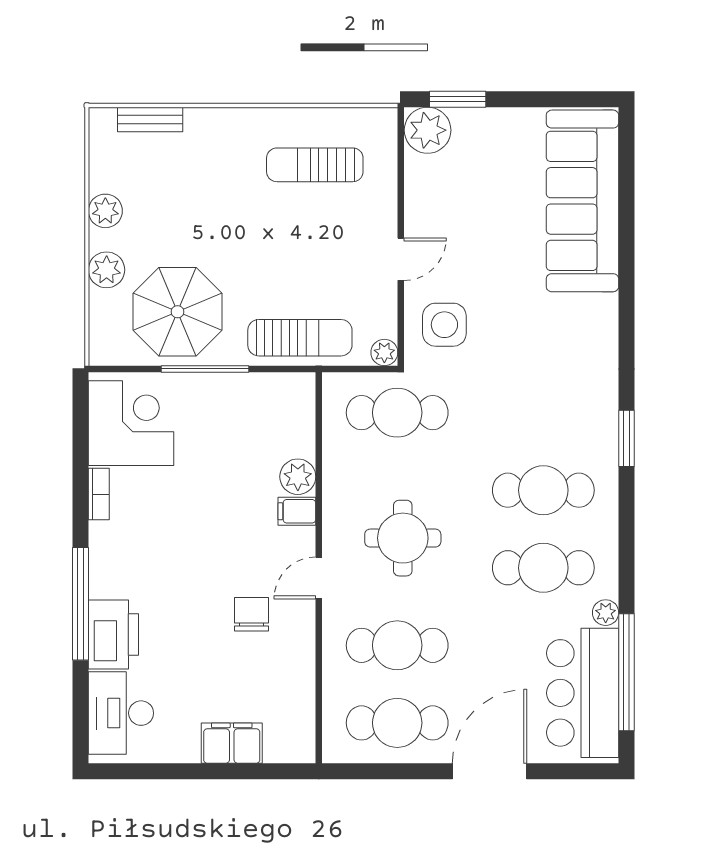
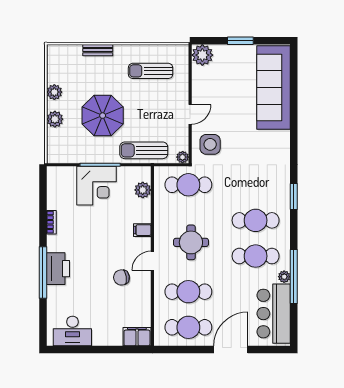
window: (458, 99) -> (240, 41), moved
bench: (150, 119) -> (98, 50), moved
parasol: (178, 312) -> (103, 116), moved
sun lounger: (300, 338) -> (144, 150), turned 180
corner desk: (131, 423) -> (96, 186), moved, turned 90
plant: (298, 477) -> (143, 190), moved
chair: (251, 614) -> (121, 277), turned -99
printer: (113, 634) -> (58, 269), moved
window: (626, 672) -> (294, 276), moved
desk: (121, 713) -> (72, 331), moved, turned -90
filing cabinet: (232, 743) -> (137, 337), moved

